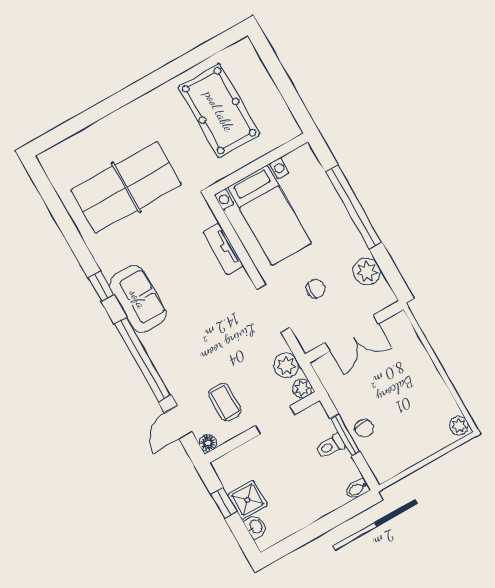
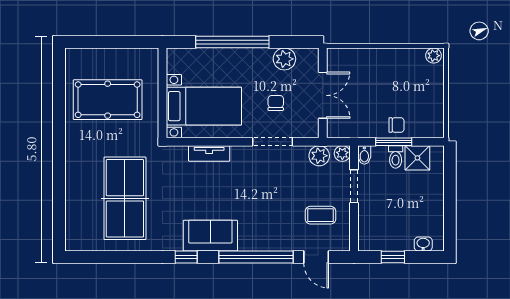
floor lamp: (208, 443) -> (343, 244), removed
bidet: (357, 489) -> (364, 155), moved
shower: (247, 500) -> (417, 158), moved

